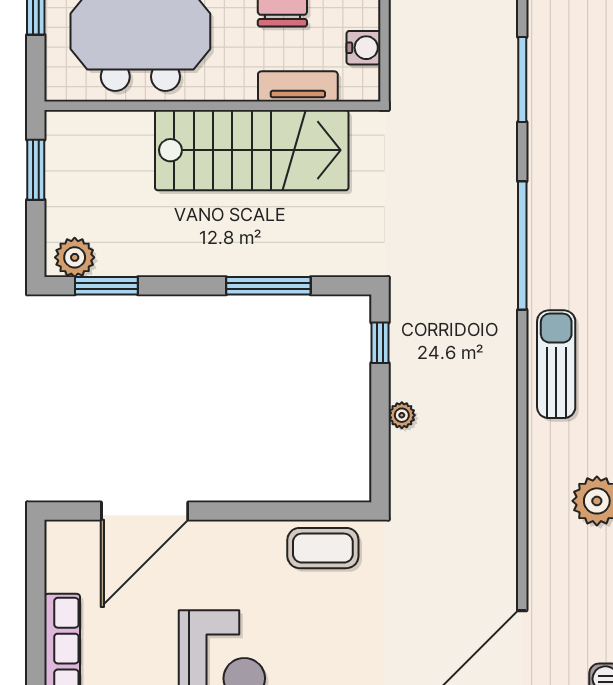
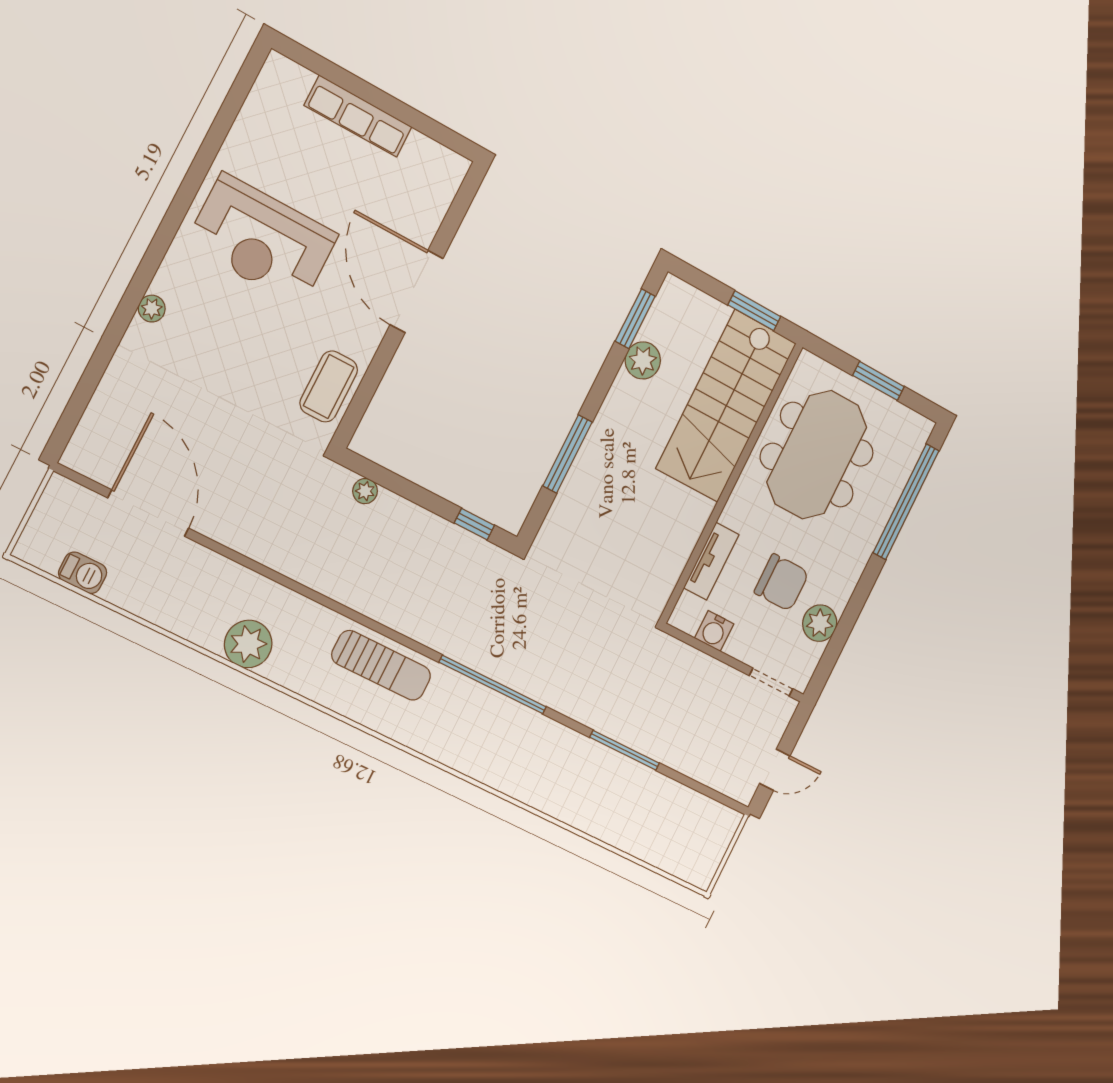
stairs: (252, 150) -> (726, 406), moved
plant: (75, 257) -> (643, 360), moved
plant: (402, 415) -> (365, 491), moved
door: (145, 511) -> (416, 291), moved

